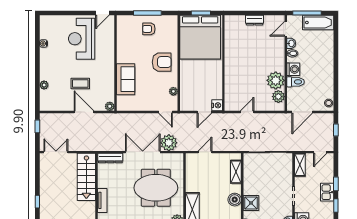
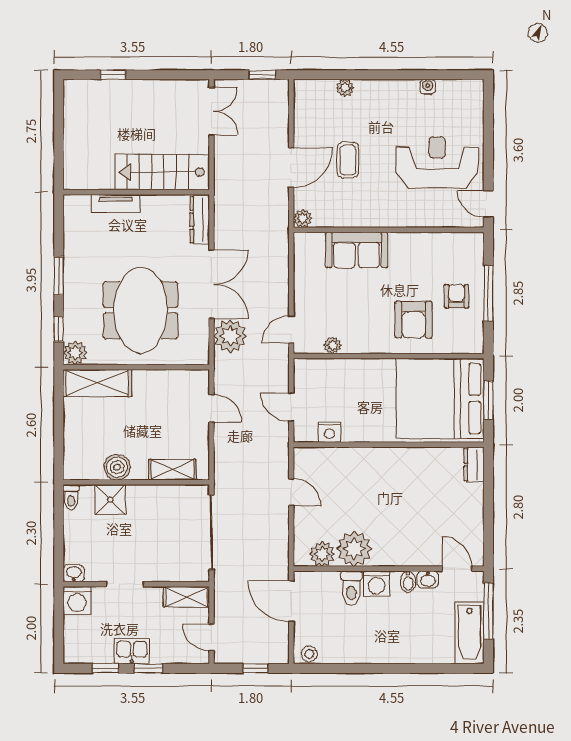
dresser: (254, 20) -> (474, 465), moved
armchair: (162, 62) -> (414, 320), moved
nightstand: (217, 105) -> (329, 432), moved

